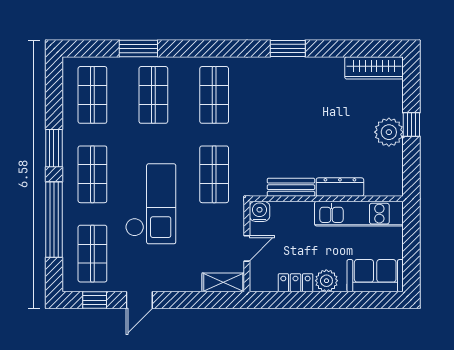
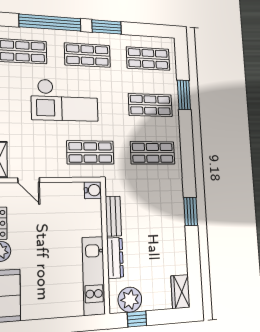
wardrobe: (374, 68) -> (180, 292), width x0.67
bench: (291, 187) -> (113, 216), moved
dresser: (340, 187) -> (115, 258), moved
wall: (326, 199) -> (105, 247), moved
water cooler: (260, 211) -> (93, 190), moved
kitchen unit: (359, 214) -> (94, 276), moved

